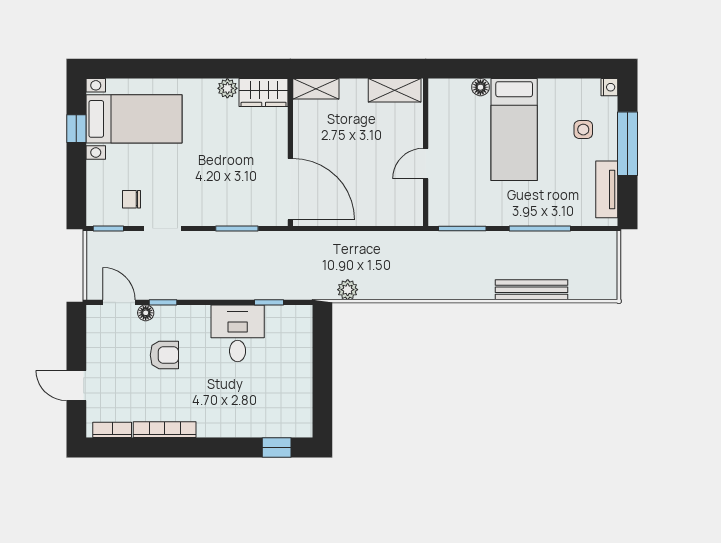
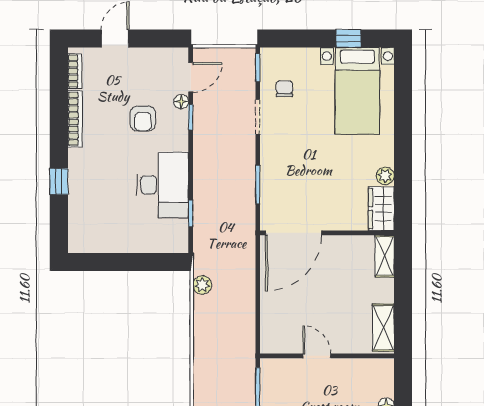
desk: (238, 333) -> (163, 185), width x1.37
window: (277, 447) -> (59, 181), moved

